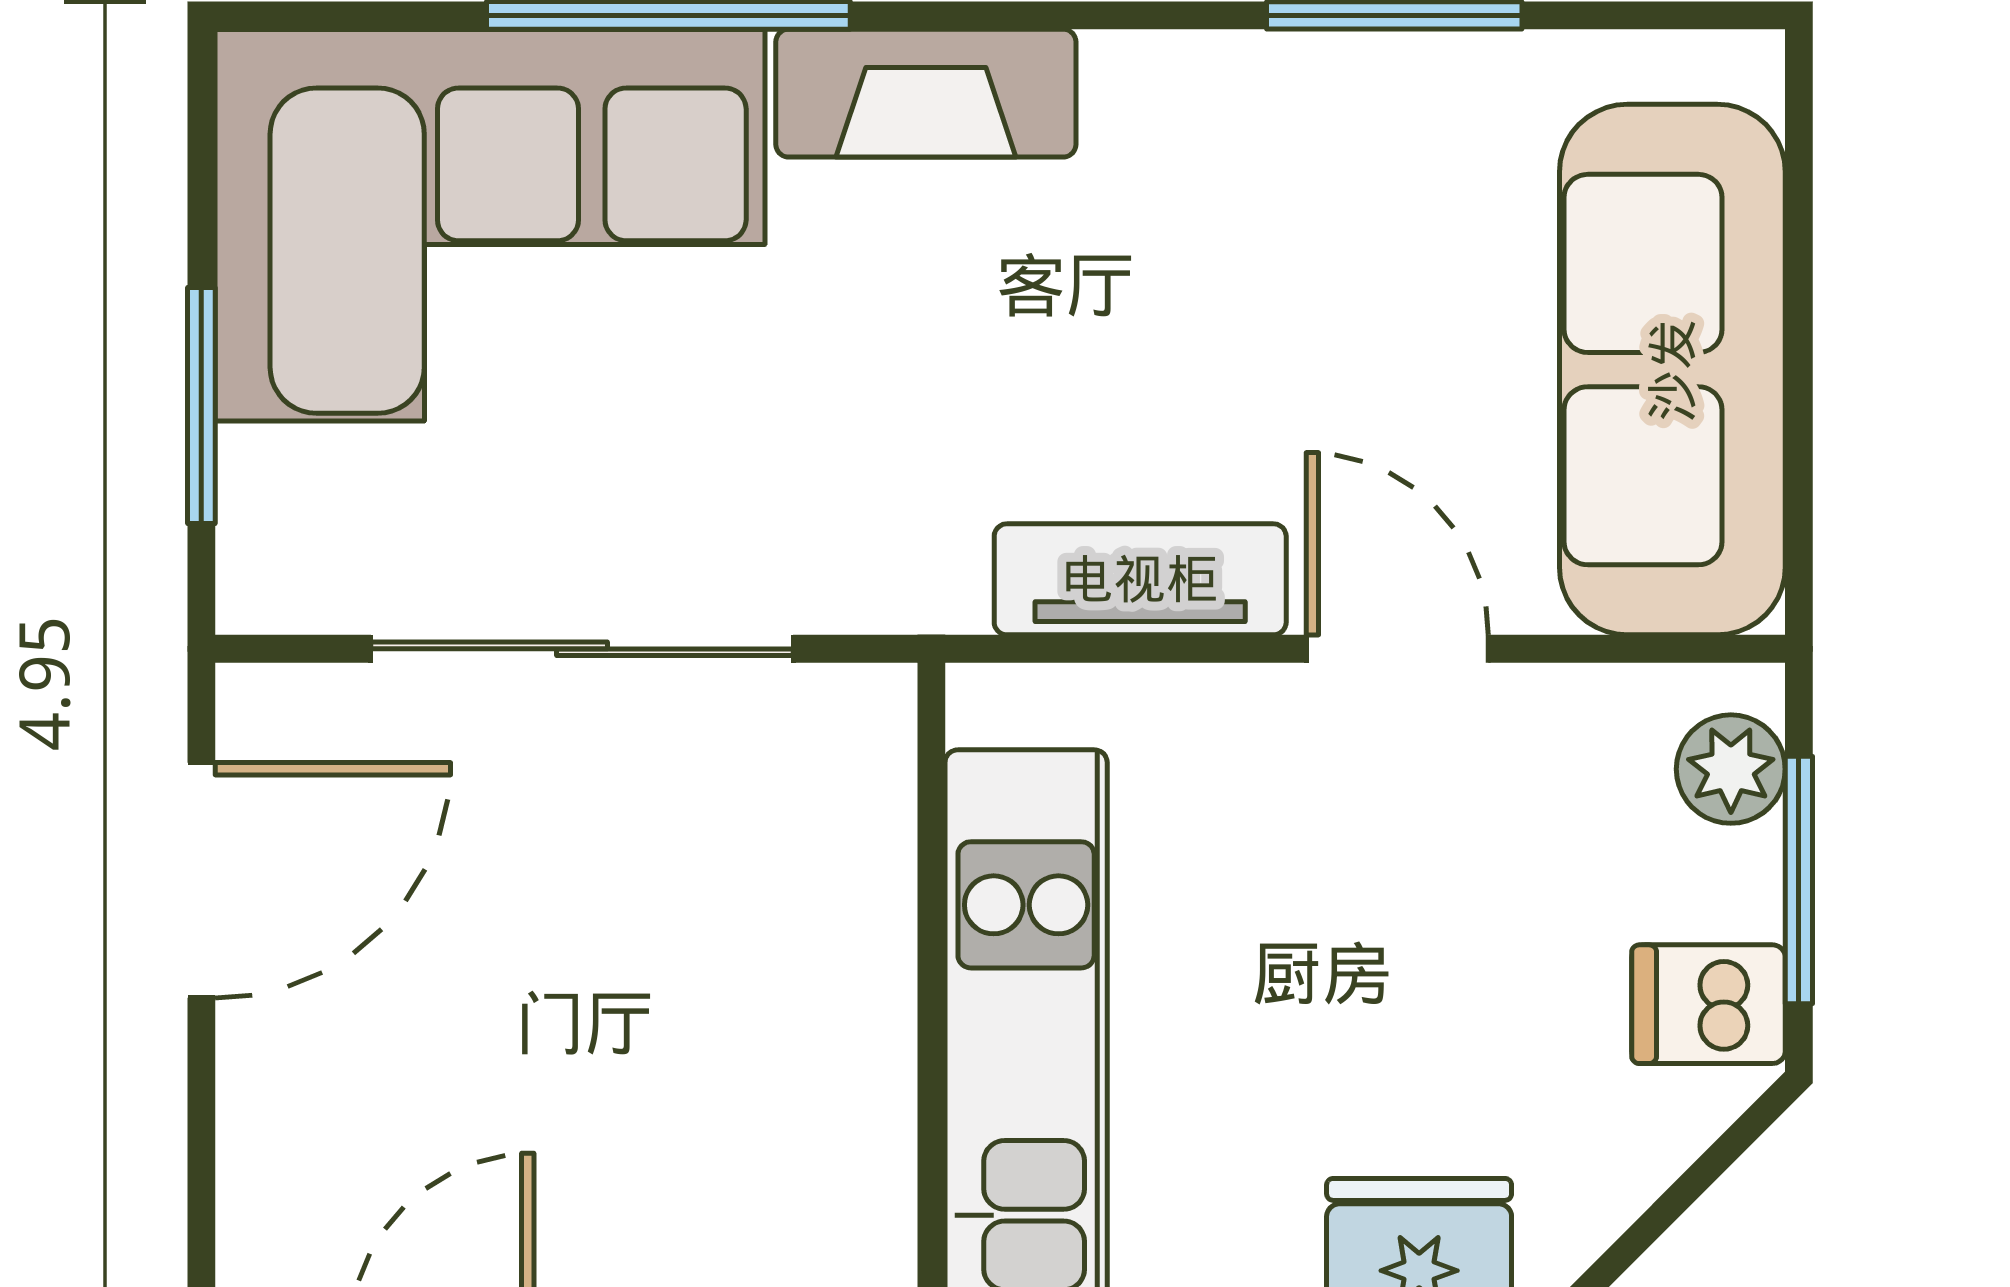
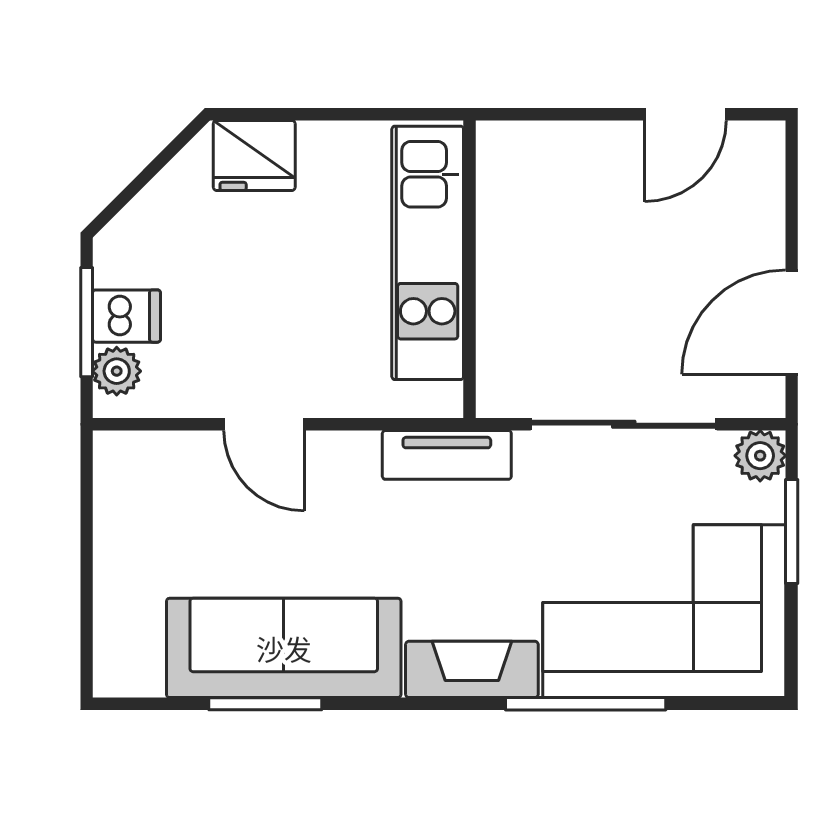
sofa: (1672, 370) -> (284, 648), moved, turned -90
plant: (273, 578) -> (760, 456), added
tv unit: (1140, 579) -> (447, 455), moved
dishwasher: (1709, 1004) -> (127, 316), moved

